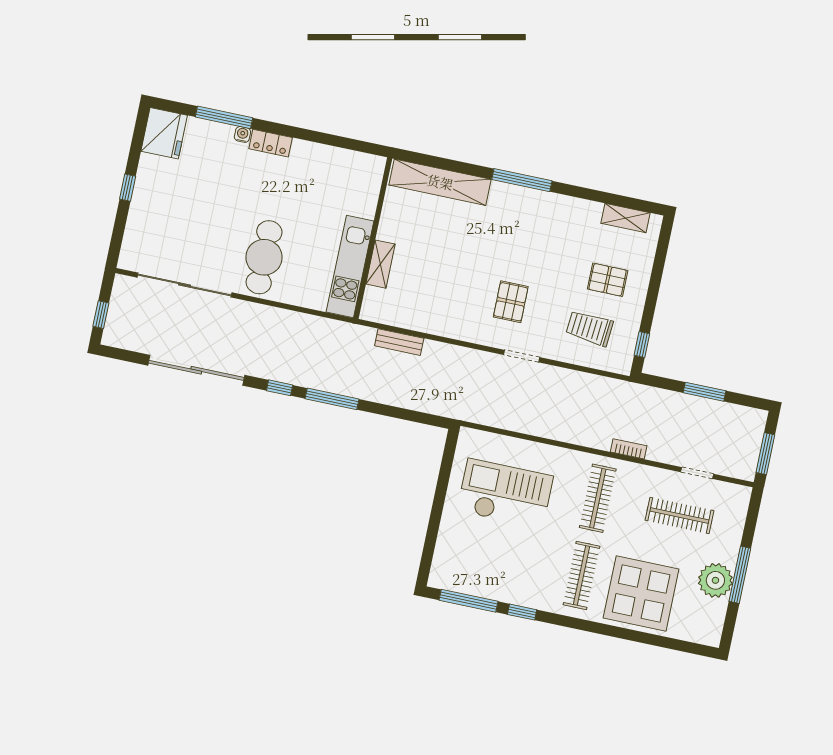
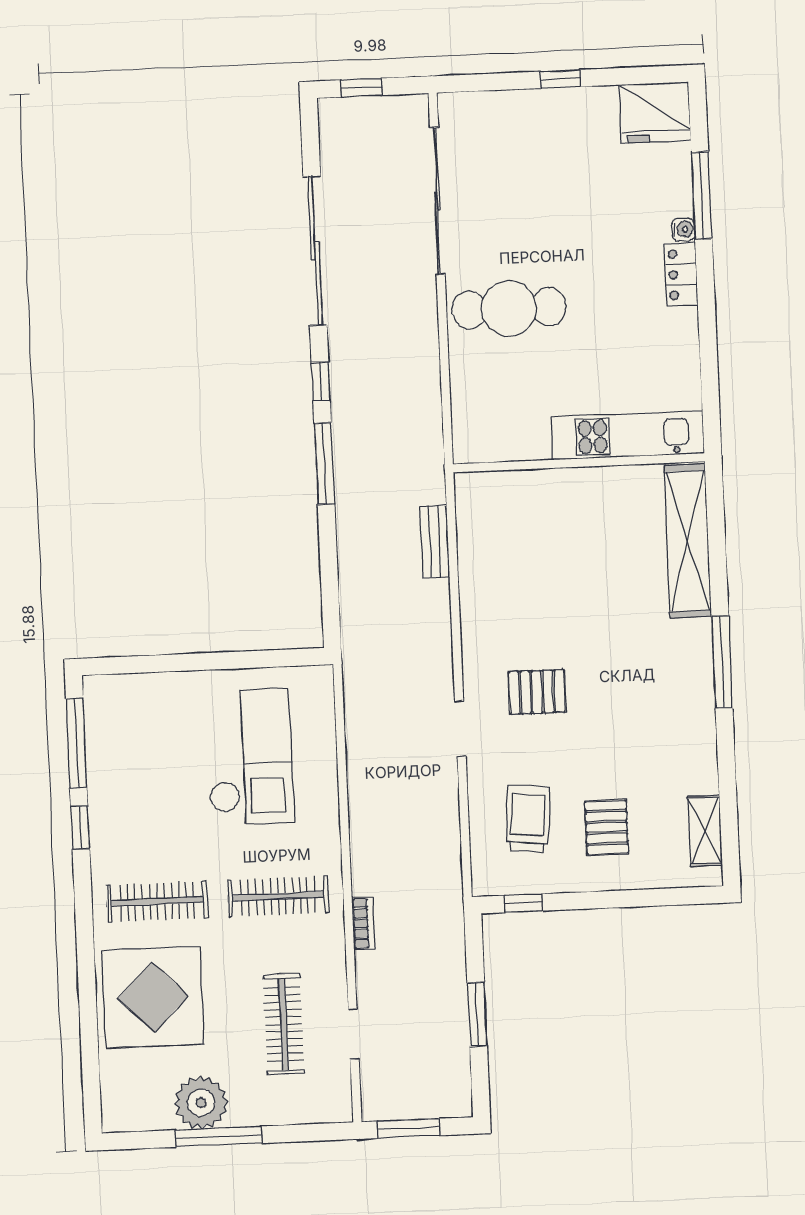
shelving: (381, 264) -> (543, 484), removed
kitchen unit: (350, 267) -> (628, 435), moved

